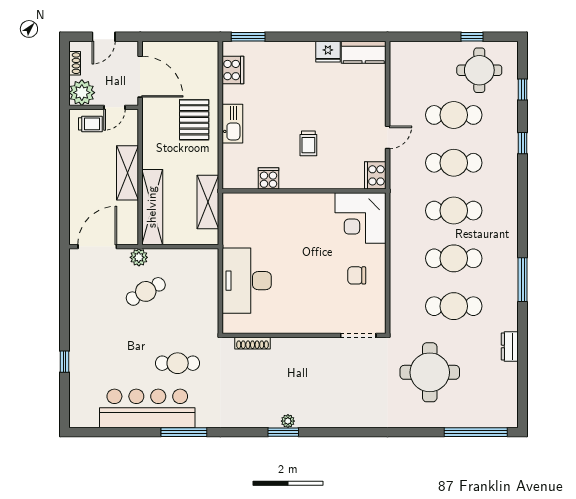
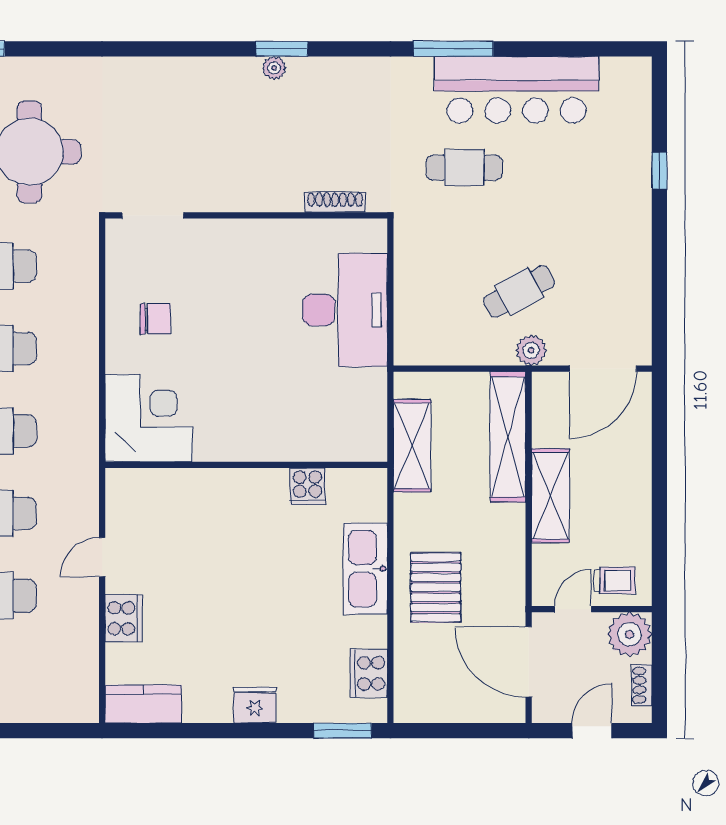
fridge: (328, 52) -> (255, 705), moved
trolley: (90, 124) -> (615, 580), turned 180
kitchen sink: (232, 124) -> (365, 569), width x1.36, depth x1.24
trolley: (308, 143) -> (239, 547), removed
cooker: (375, 175) -> (123, 618), moved

